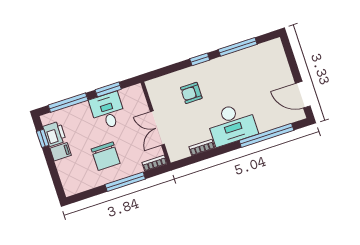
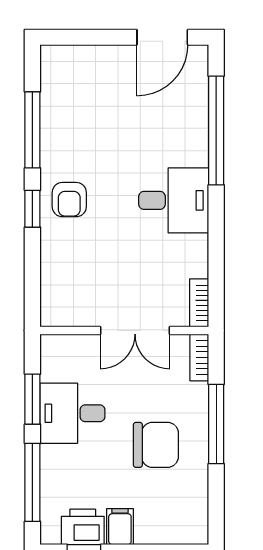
armchair: (191, 93) -> (69, 200), moved
desk: (232, 124) -> (174, 200), width x0.73
bookcase: (202, 147) -> (199, 303), moved

